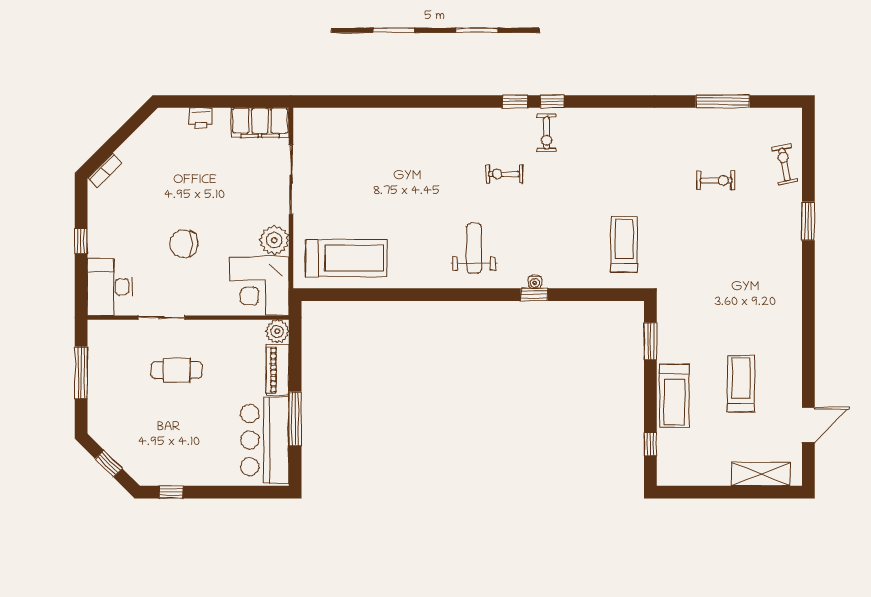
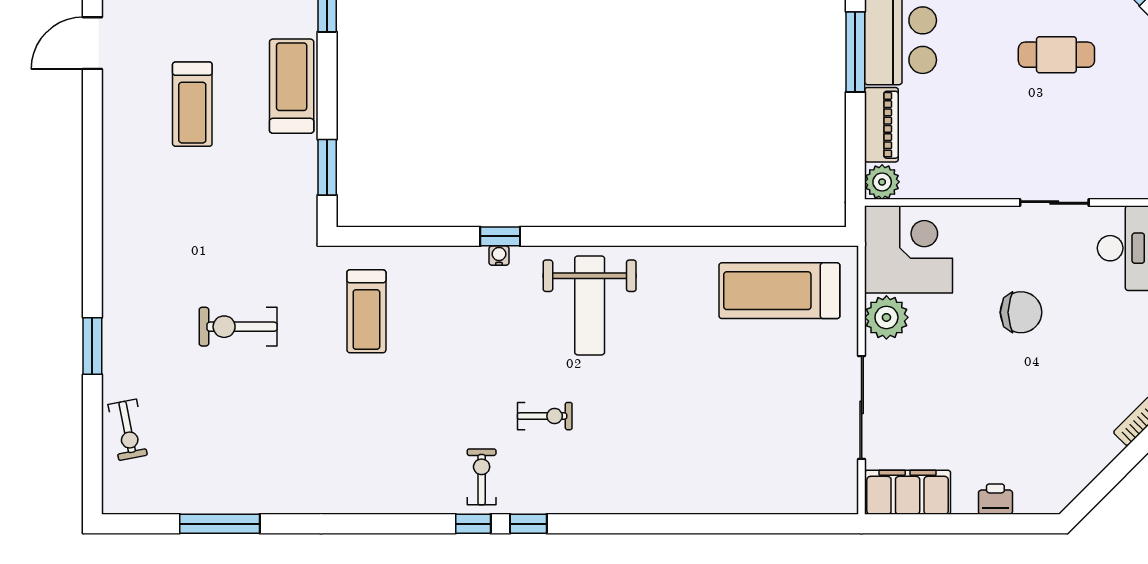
exercise bike: (716, 180) -> (238, 327), moved, width x1.38, depth x1.39
weight bench: (474, 248) -> (590, 305), width x1.36, depth x1.33
cafe table: (177, 370) -> (1056, 55), moved

